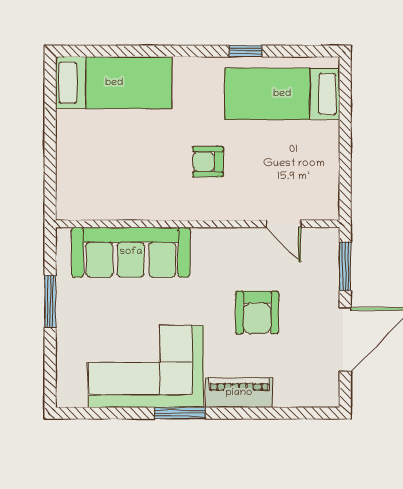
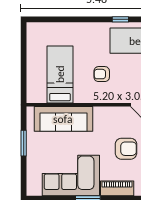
bed: (114, 83) -> (60, 74), moved, turned -90
armchair: (257, 312) -> (126, 149), turned -90

